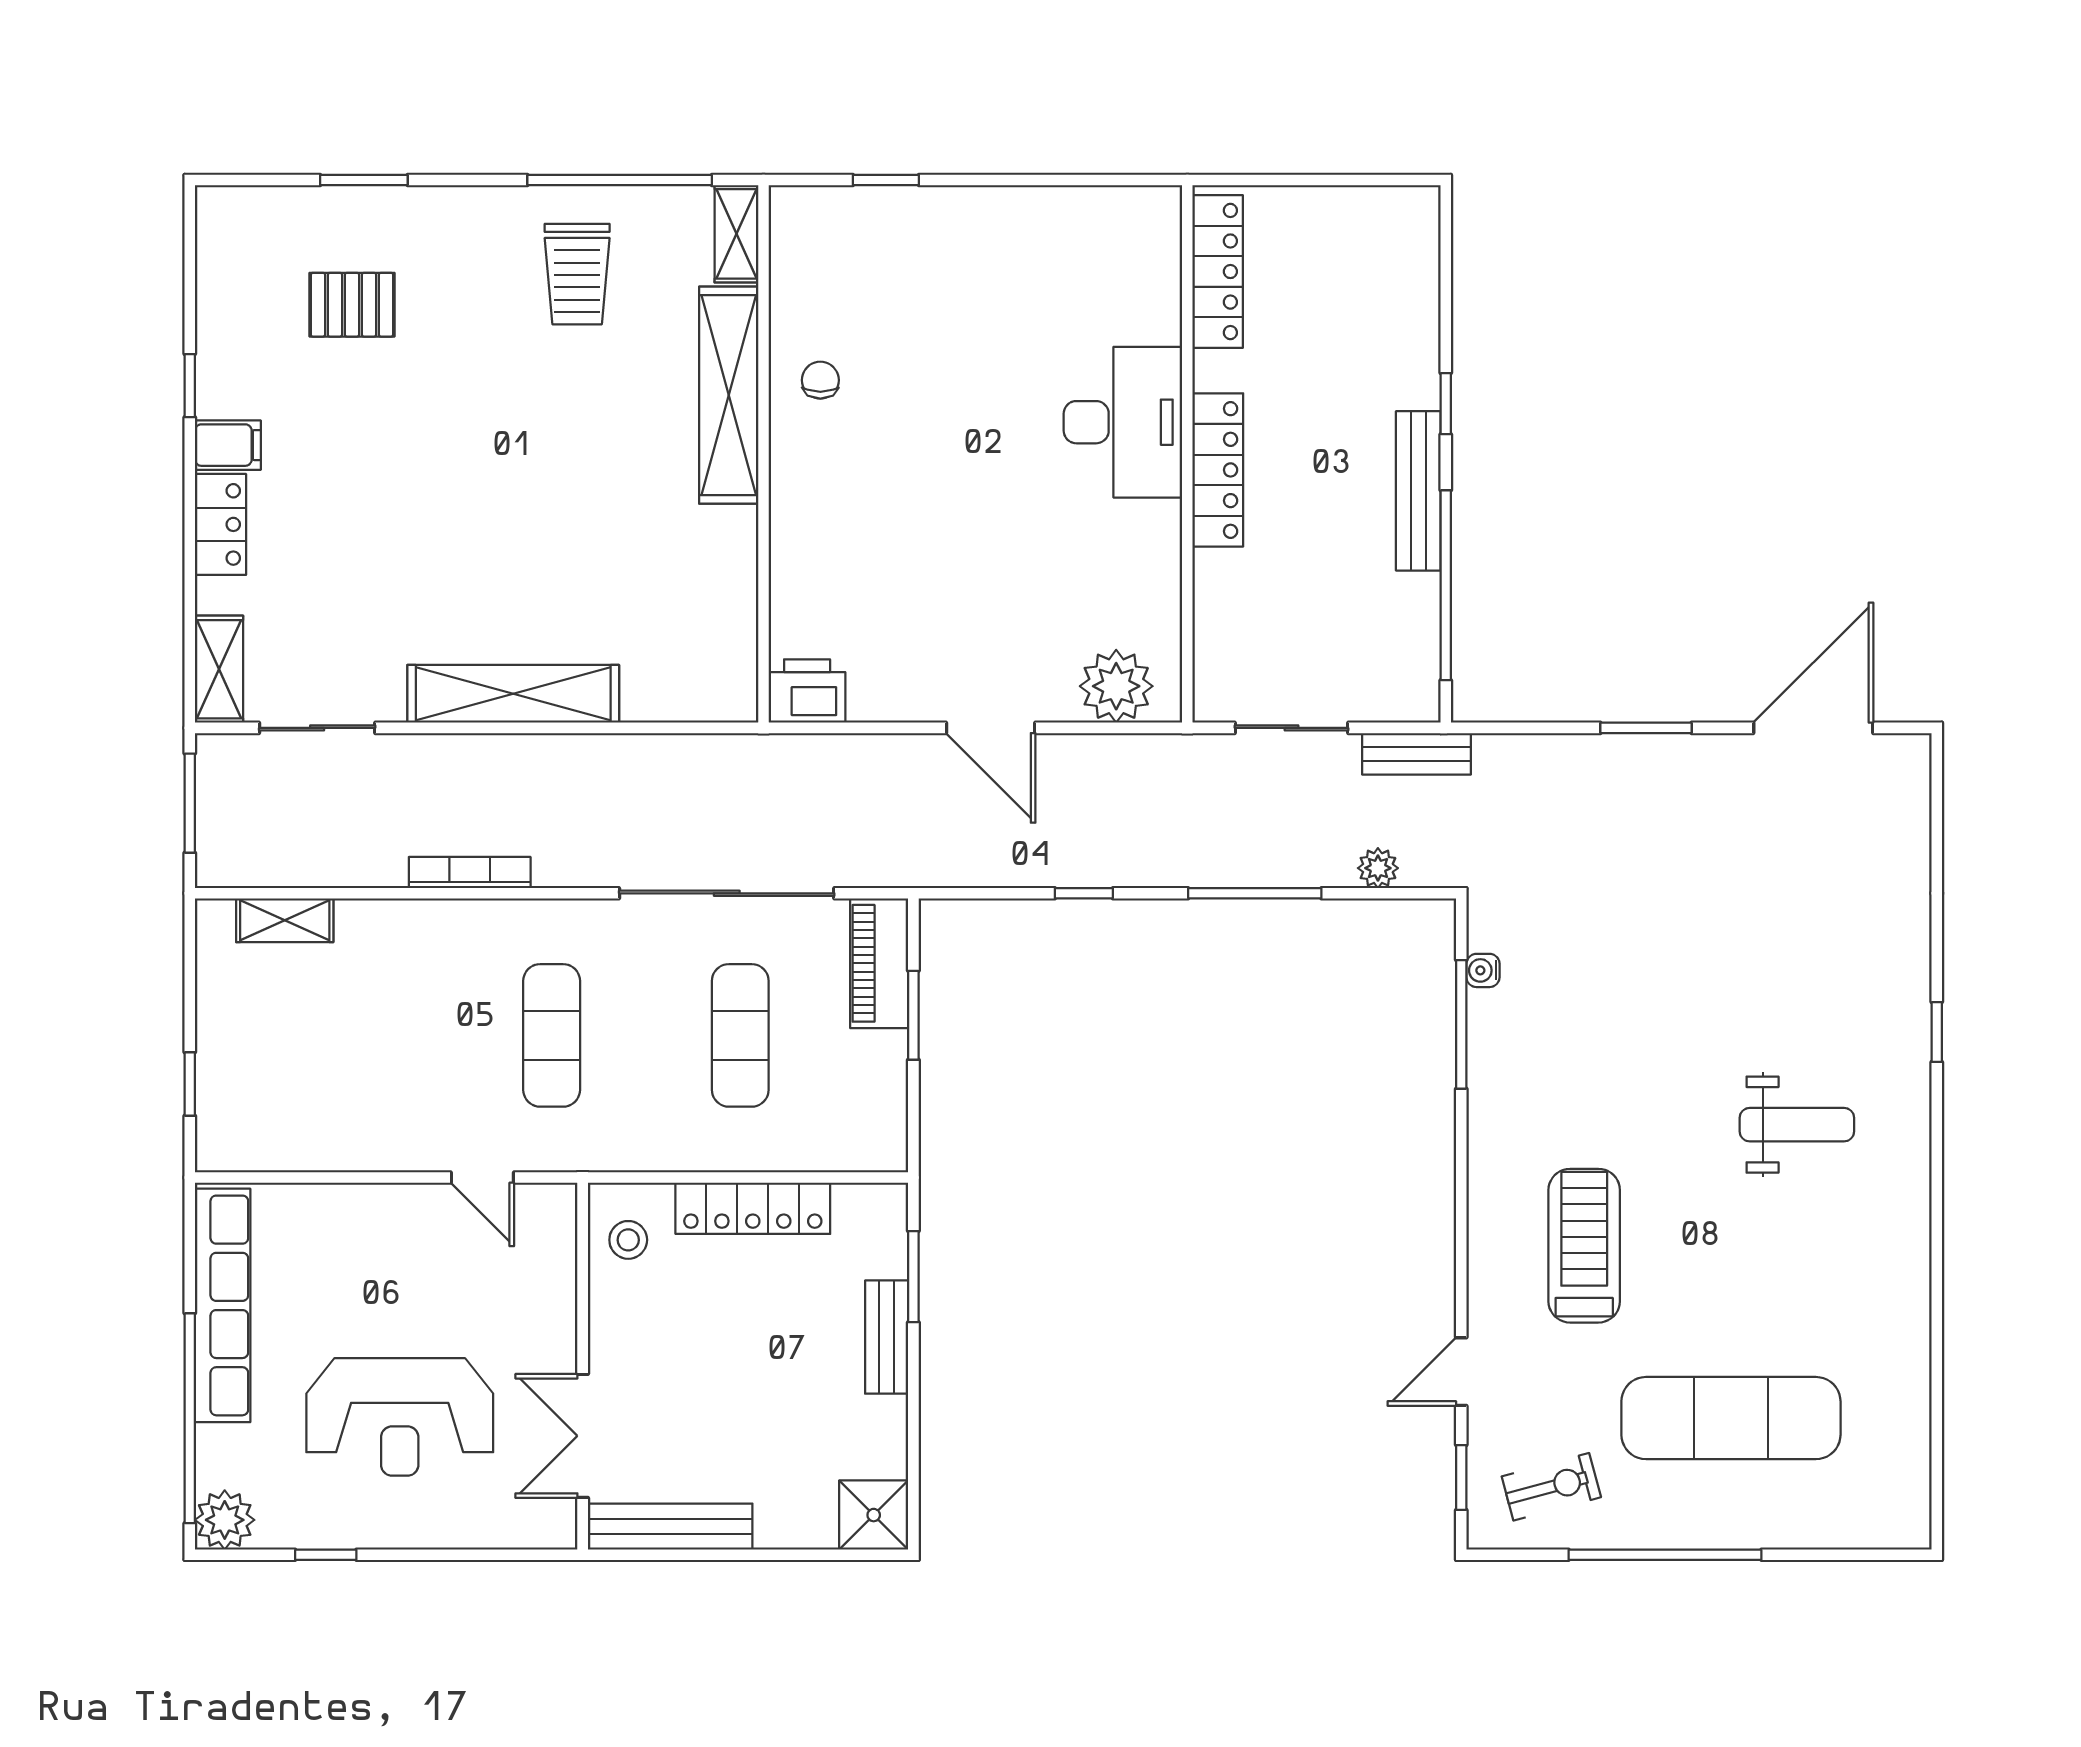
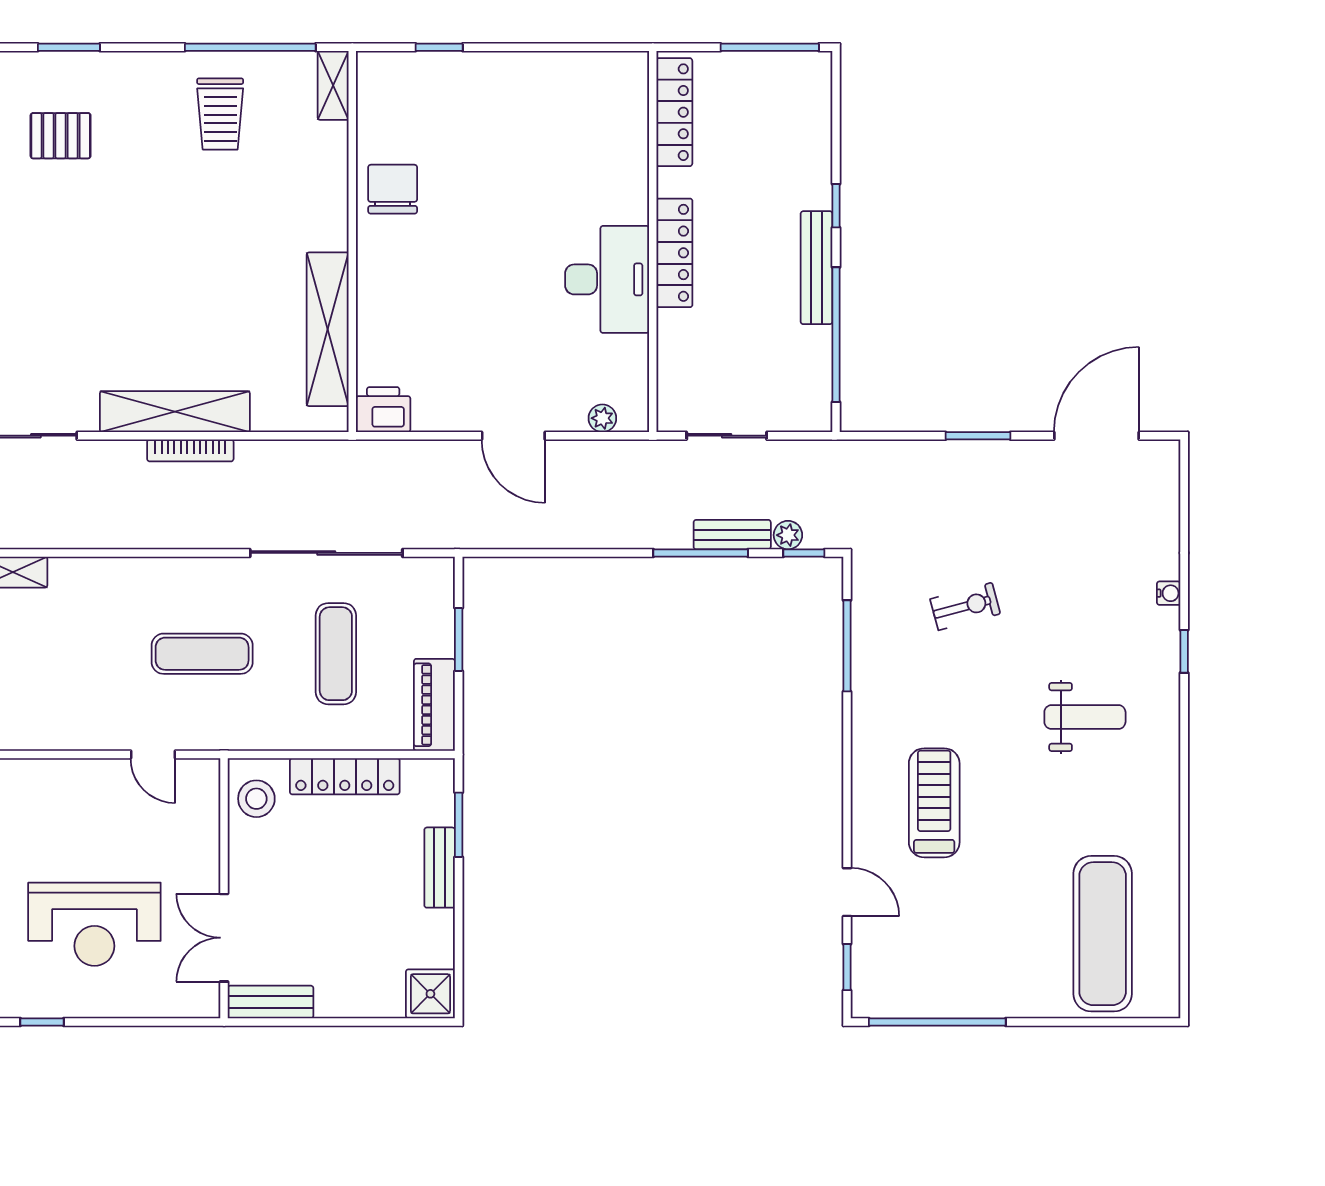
window: (1352, 180) -> (770, 47), added
chair: (820, 380) -> (393, 189), width x1.87, depth x1.87
shelving: (729, 395) -> (328, 329), moved
desk: (1123, 422) -> (607, 279), moved
plant: (1116, 686) -> (602, 418), width x0.53, depth x0.53
bench: (1416, 754) -> (732, 535), moved
bookcase: (470, 873) -> (190, 450), moved, turned 180
window: (1084, 893) -> (804, 553), moved
piano: (879, 963) -> (434, 705), moved
water cooler: (1483, 970) -> (1169, 593), moved, turned 180
exercise mat: (552, 1035) -> (202, 654), turned 90
stool: (628, 1240) -> (256, 799), width x1.37, depth x1.37
door: (1461, 1372) -> (847, 892), swing flipped
exercise mat: (1731, 1418) -> (1103, 934), moved, turned 90
exercise bike: (1551, 1487) -> (965, 606), moved
bench: (670, 1527) -> (271, 1002), width x0.73
window: (1665, 1555) -> (937, 1022), moved

